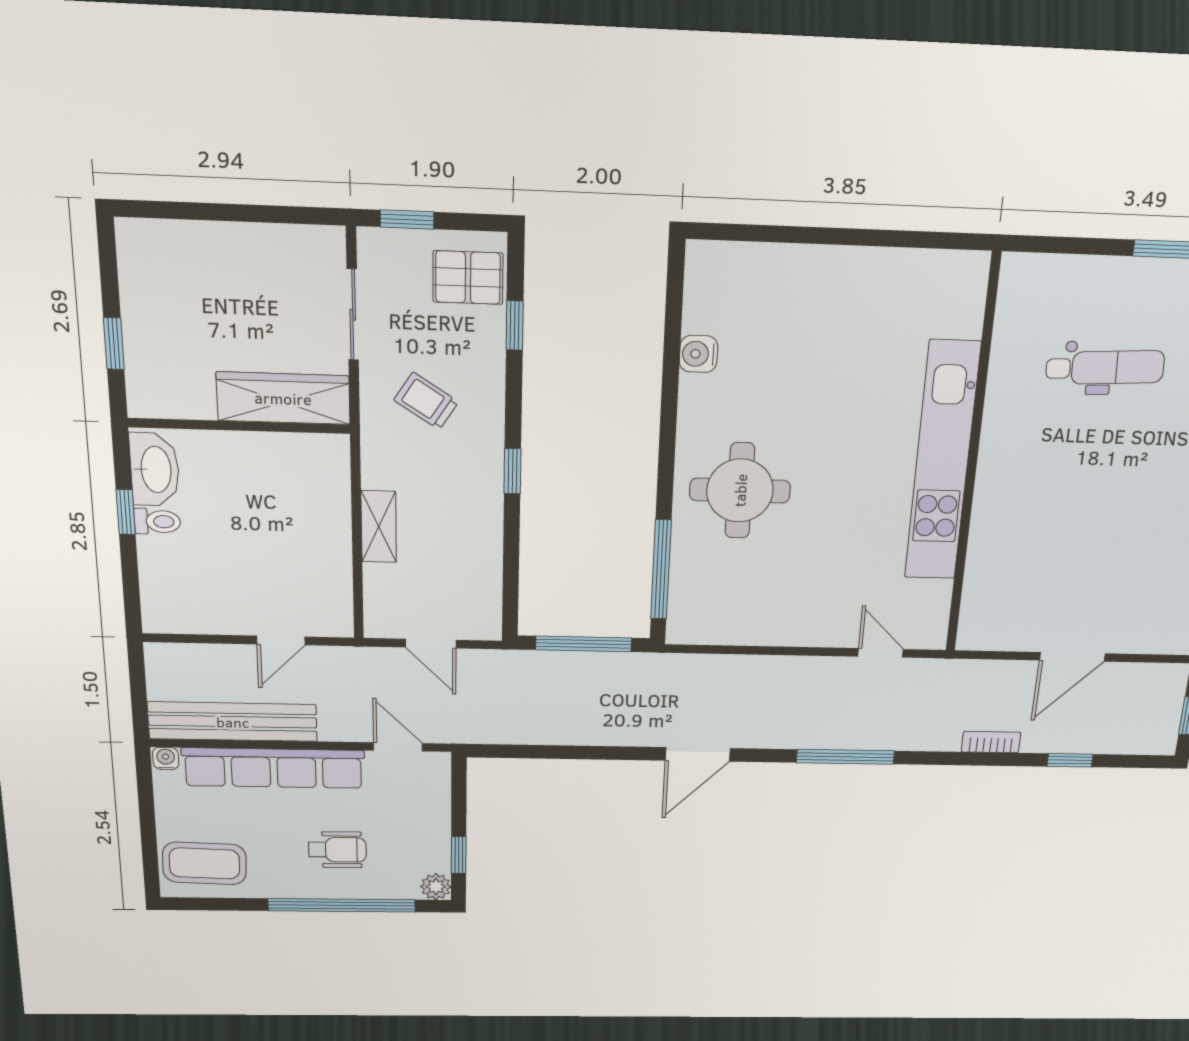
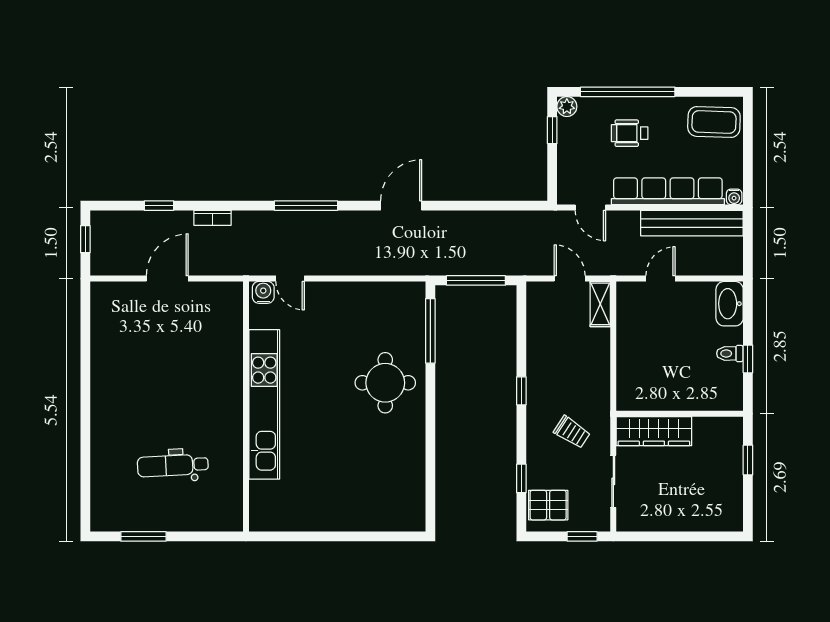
water cooler: (698, 354) -> (263, 292), moved, turned -90
washbasin: (155, 469) -> (730, 304), moved
shelving: (379, 527) -> (600, 304), moved

